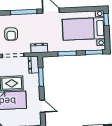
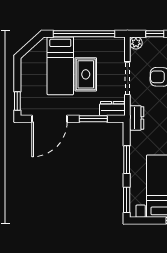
door: (42, 106) -> (49, 119), width x1.87

